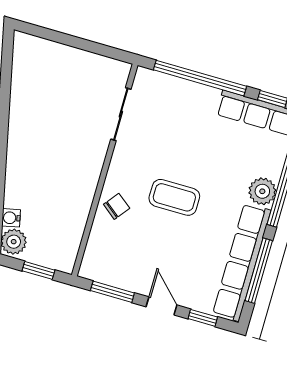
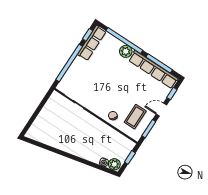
coffee table: (174, 197) -> (135, 117), moved

